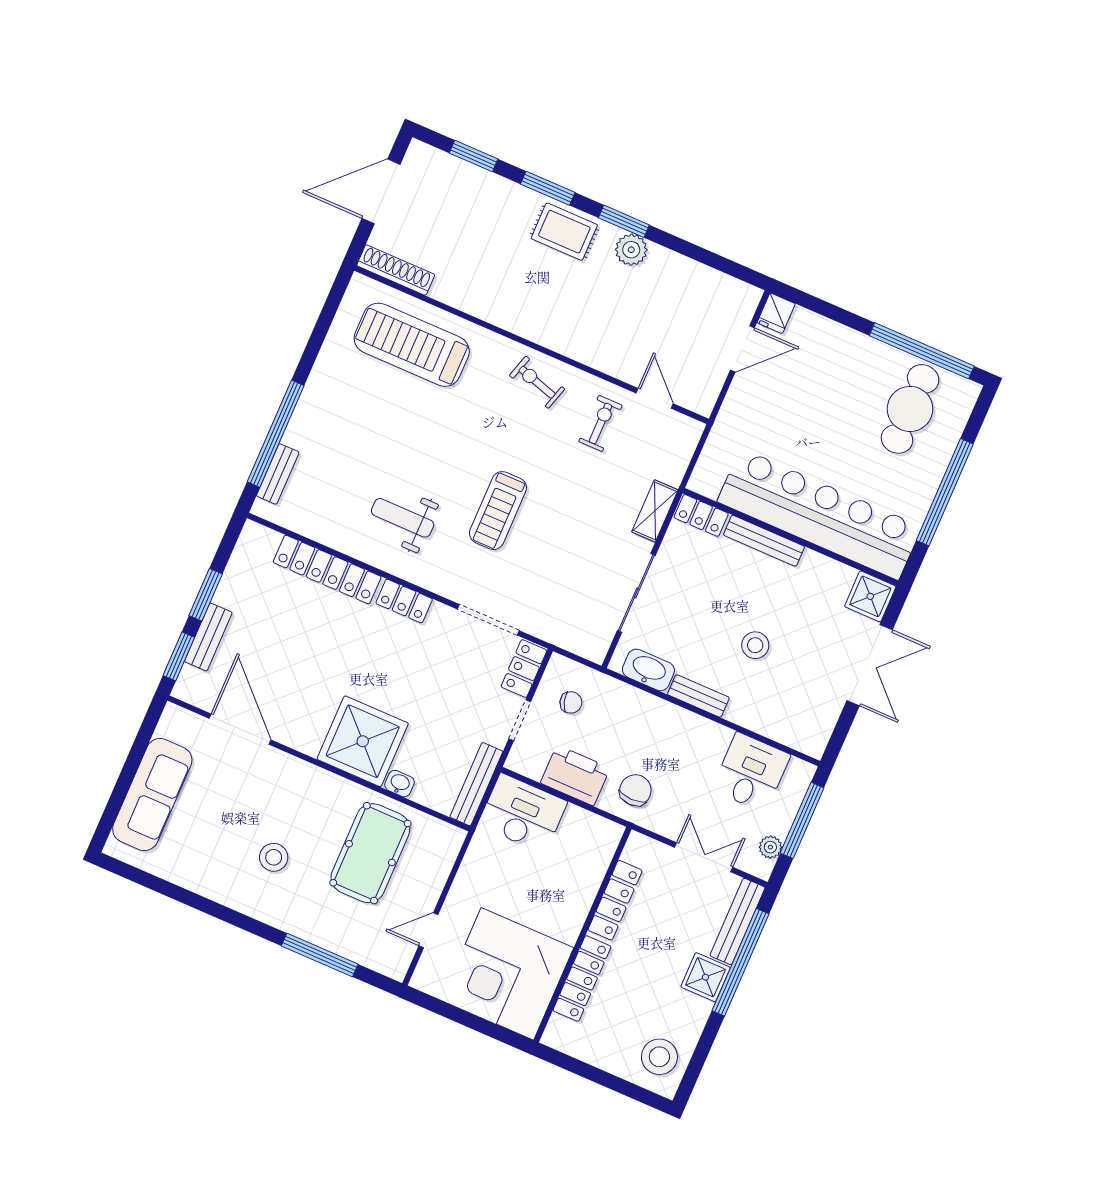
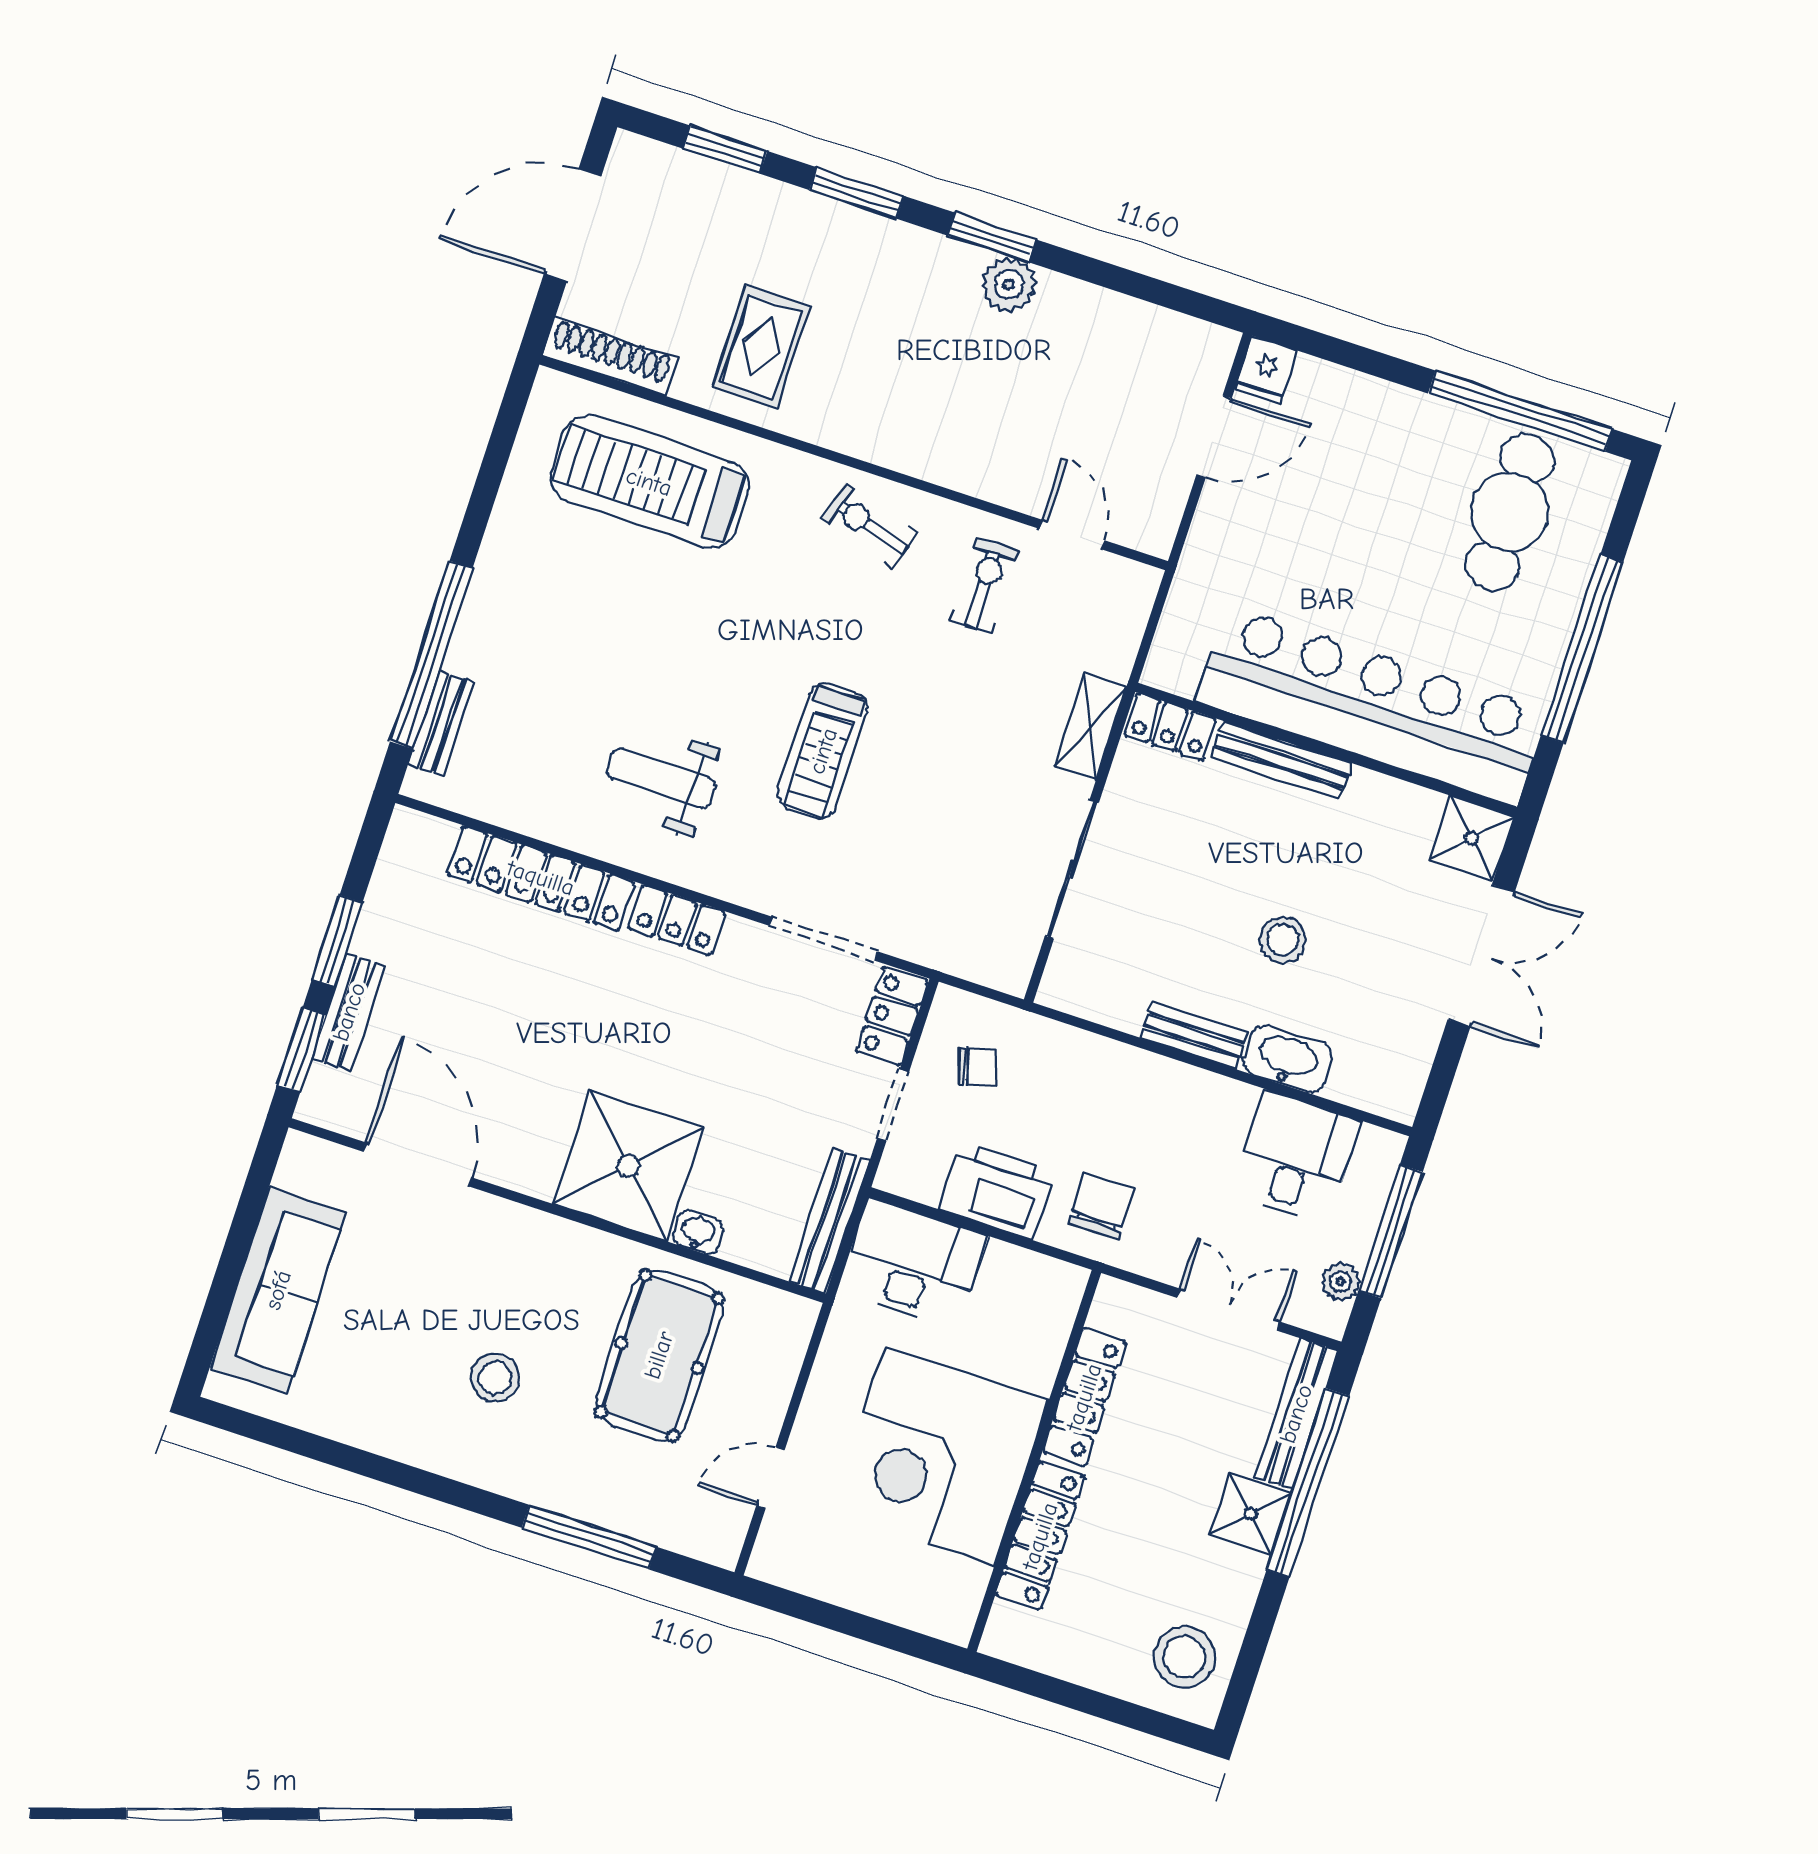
rug: (564, 232) -> (761, 347), moved, turned 90
washbasin: (648, 670) -> (1288, 1059), moved
corner desk: (507, 974) -> (940, 1455), moved

